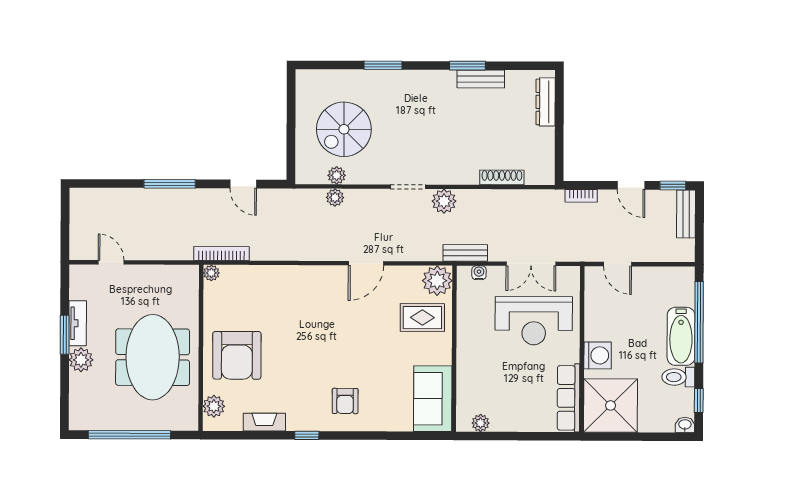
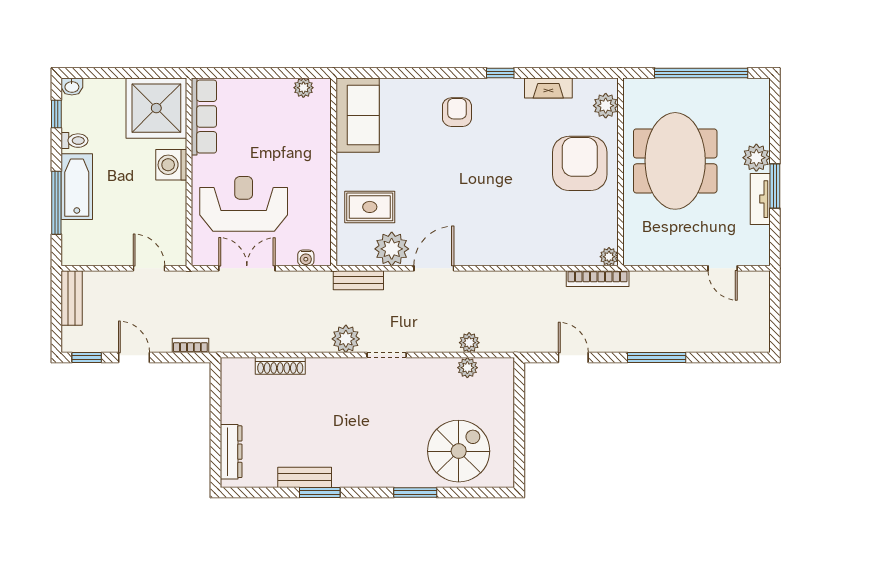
spiral stairs: (344, 129) -> (459, 451), moved
bench: (686, 214) -> (72, 298), moved
bench: (465, 253) -> (358, 280), moved
plant: (437, 281) -> (392, 249), moved
window: (699, 322) -> (56, 203), width x0.68
toilet: (678, 377) -> (75, 141), width x0.73, depth x0.72

